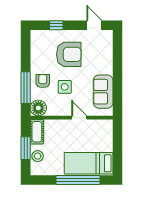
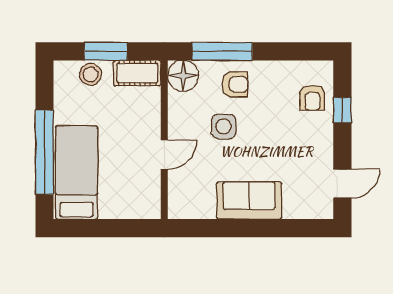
armchair: (69, 54) -> (312, 98), moved, width x0.53, depth x0.53
sofa: (103, 92) -> (249, 201), moved

